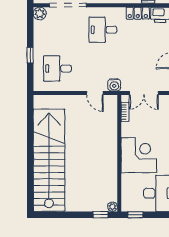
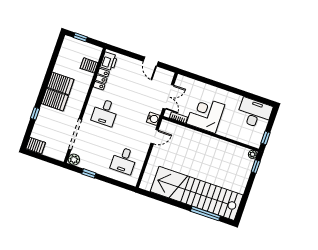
window: (30, 55) -> (89, 173), moved
corner desk: (139, 155) -> (206, 114), moved
window: (30, 177) -> (205, 214), added

